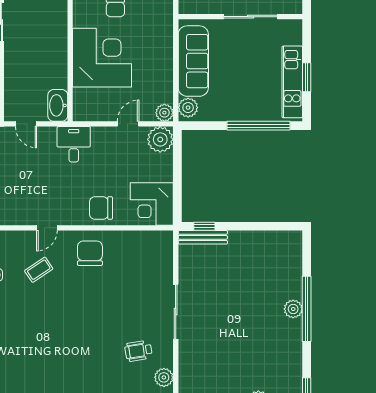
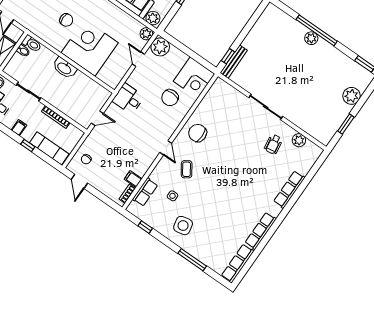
washbasin: (58, 105) -> (64, 68), moved
chair: (101, 208) -> (170, 98), moved

